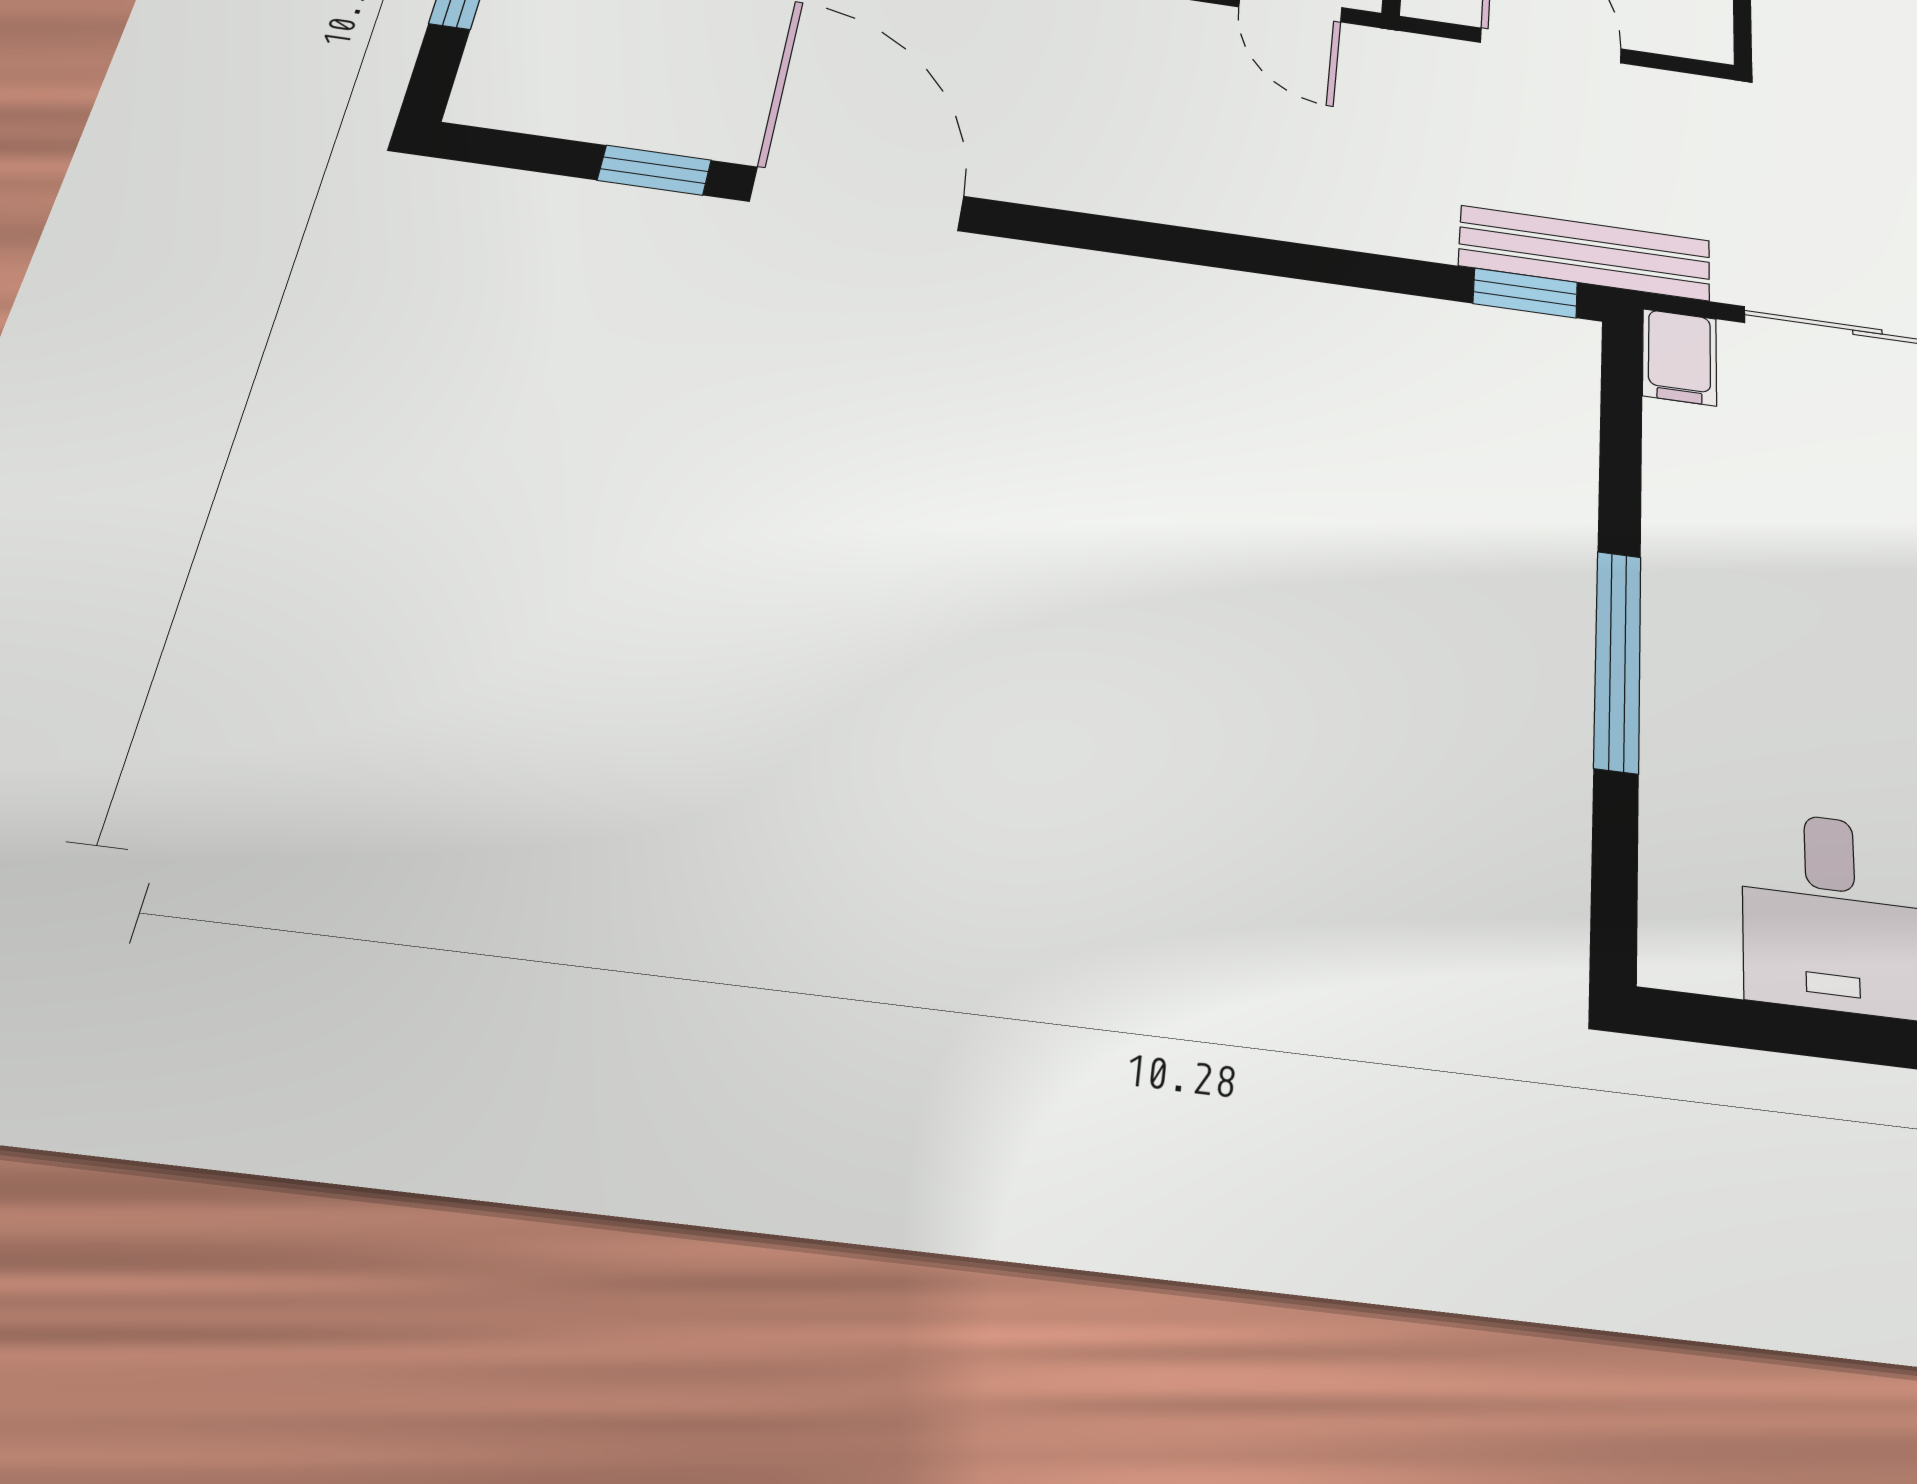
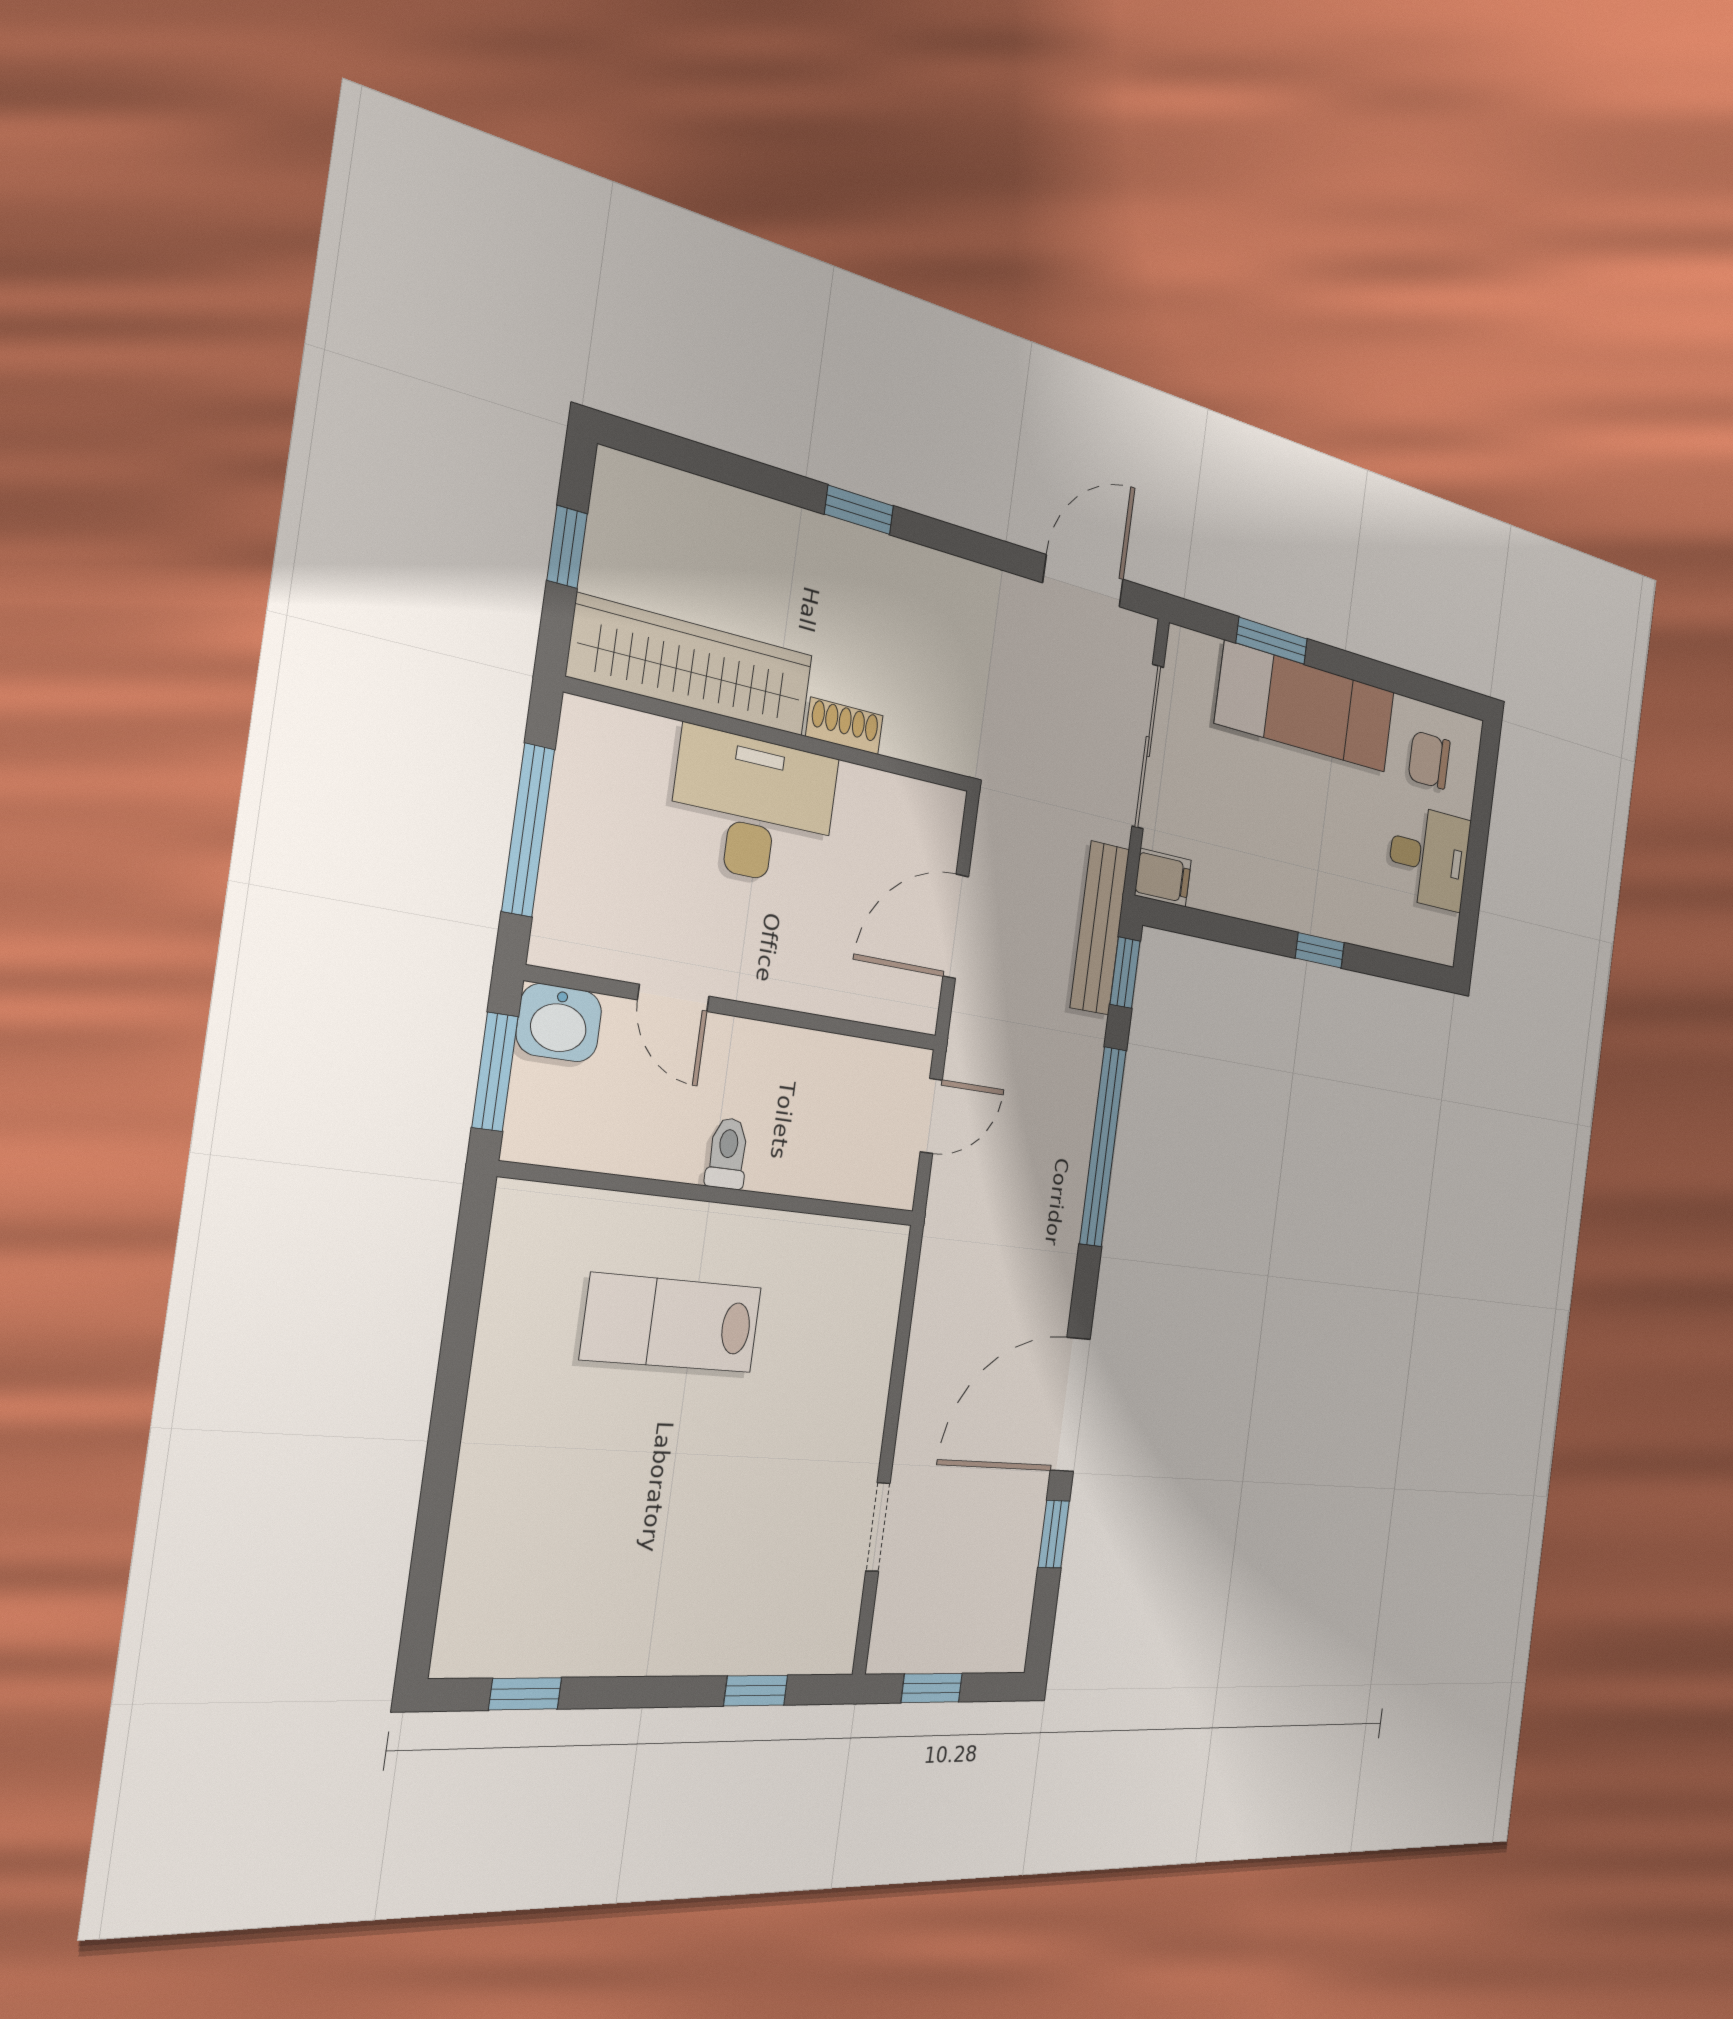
window: (1257, 255) -> (1103, 1147), added
window: (1618, 660) -> (1320, 950), width x0.46

